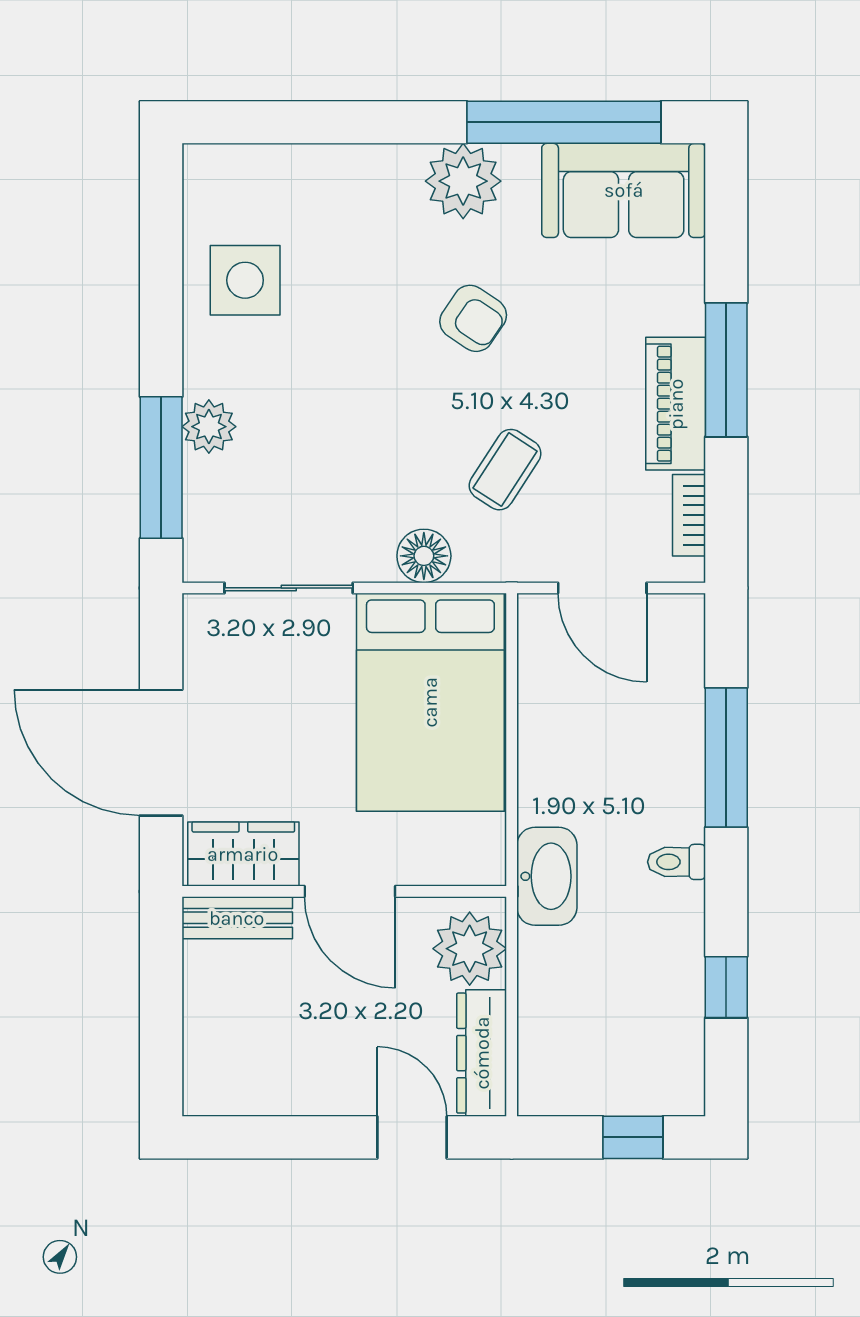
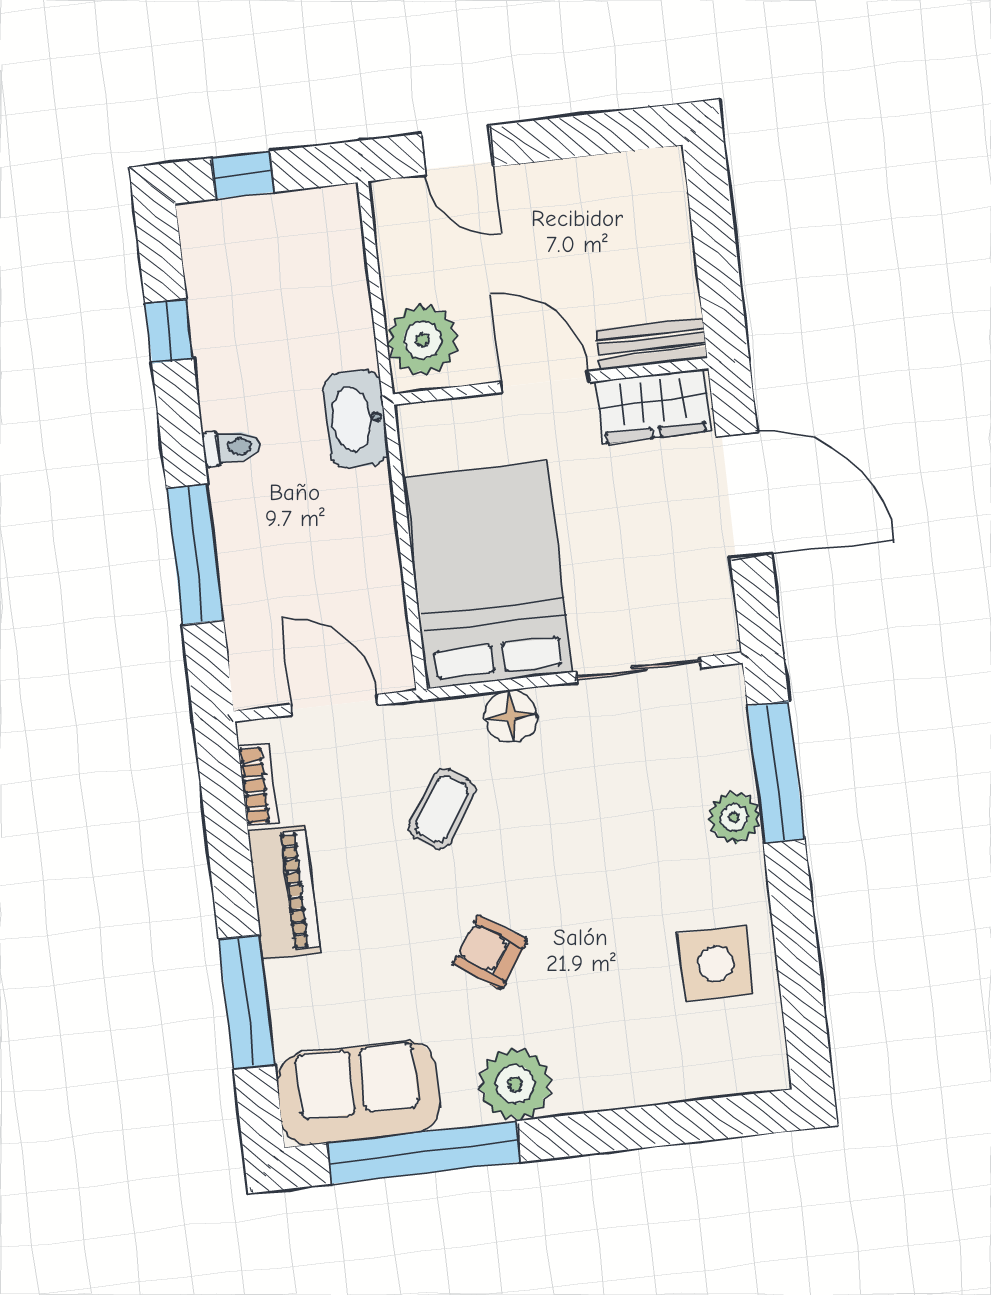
window: (726, 370) -> (247, 1002), moved
dresser: (482, 1053) -> (399, 240), removed

